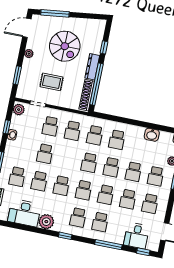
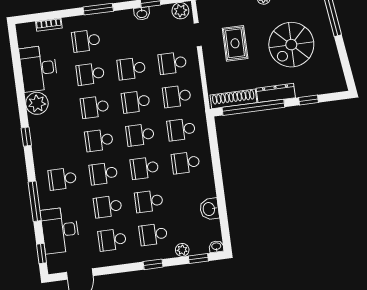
school desk: (78, 218) -> (136, 102), moved
desk: (136, 236) -> (60, 230), width x1.37

